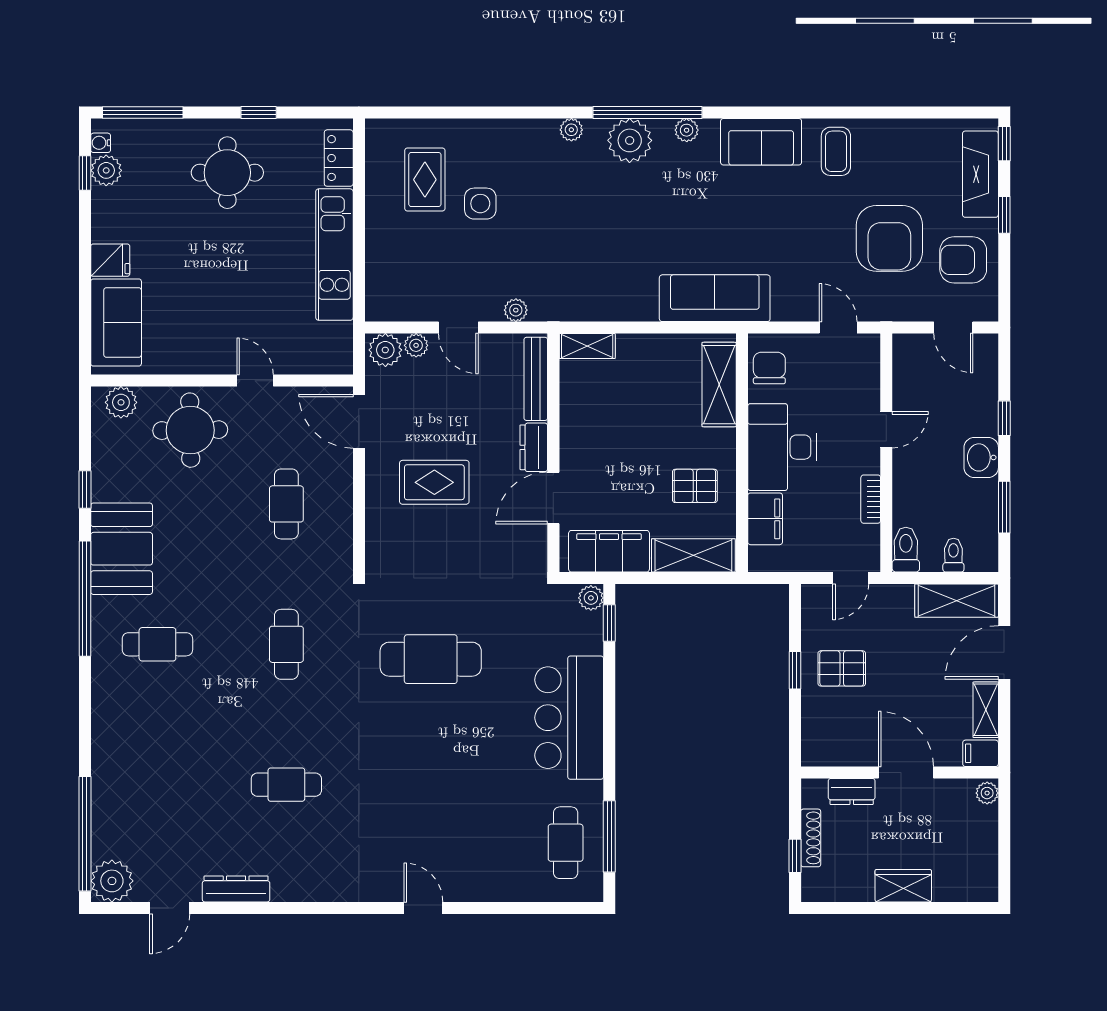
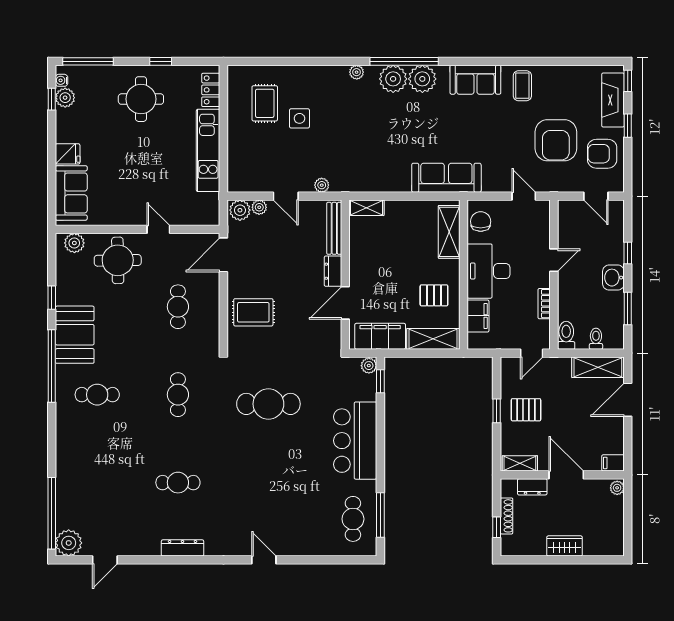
plant: (687, 130) -> (422, 79), width x1.88, depth x1.88
door: (359, 421) -> (223, 255), hinge flipped
rug: (434, 482) -> (253, 312), moved
shelving: (986, 710) -> (520, 463), moved, turned 90
dresser: (236, 889) -> (183, 548), moved

